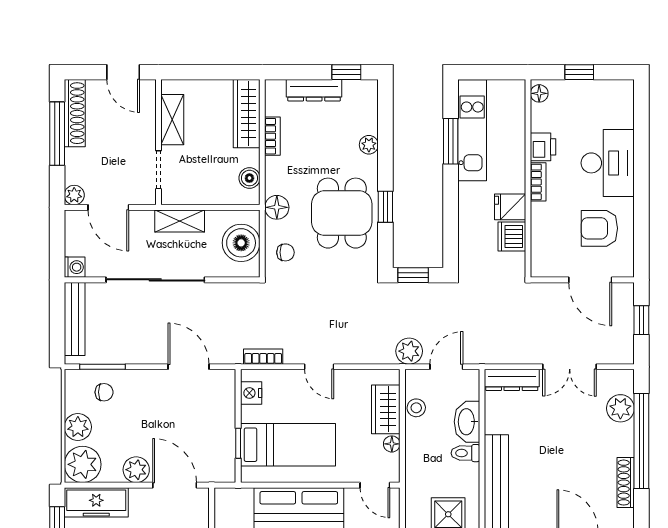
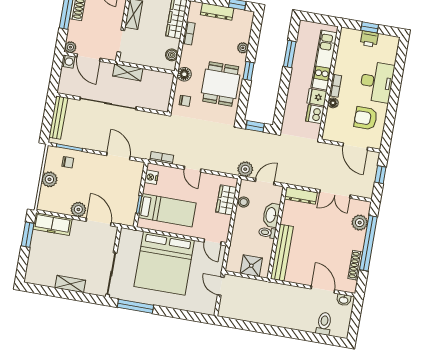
floor lamp: (539, 93) -> (333, 103), moved
kitchen unit: (472, 130) -> (324, 60), moved, turned 180
printer: (543, 147) -> (369, 39), moved, turned 90
window: (385, 207) -> (249, 71), moved
boiler: (241, 243) -> (160, 91), removed
washing machine: (75, 267) -> (68, 61), moved
floor lamp: (392, 444) -> (226, 220), removed
plant: (83, 464) -> (48, 201), removed

